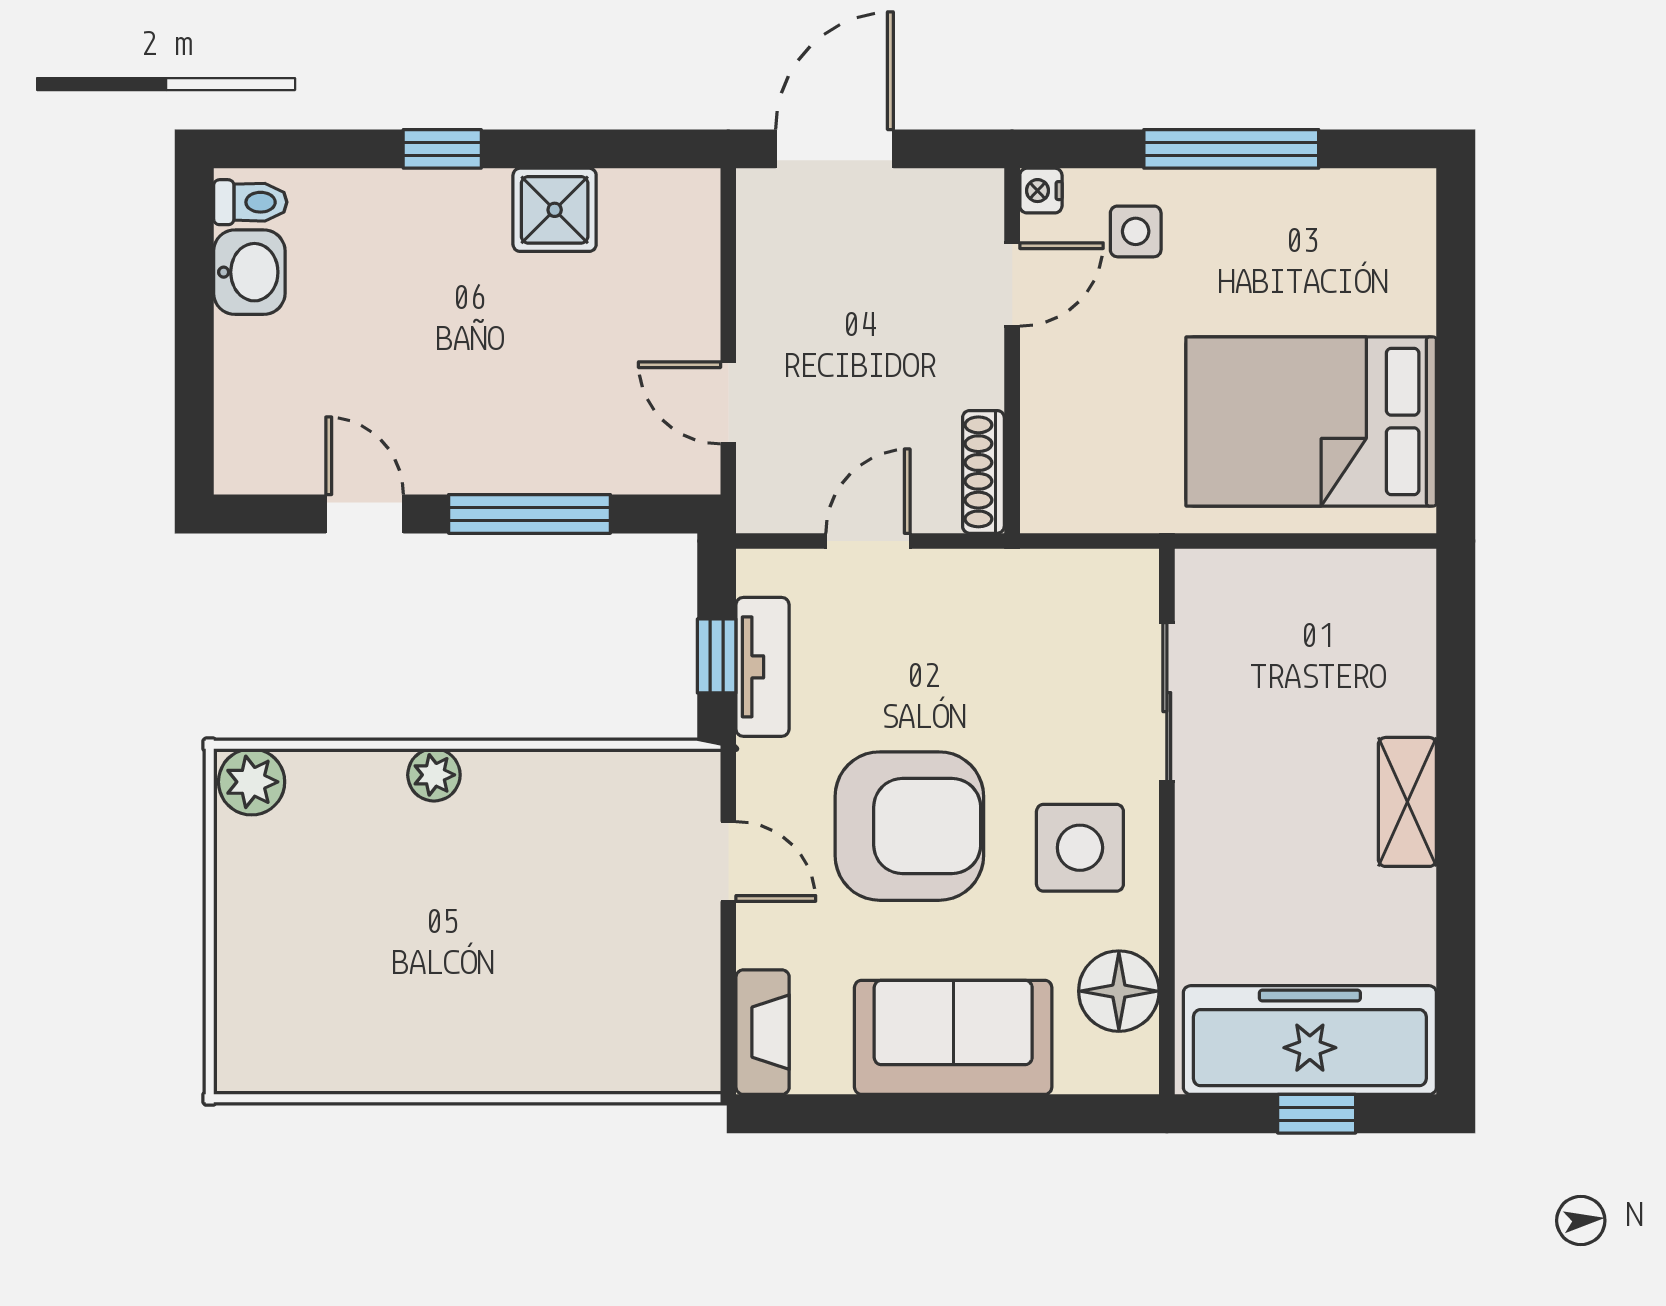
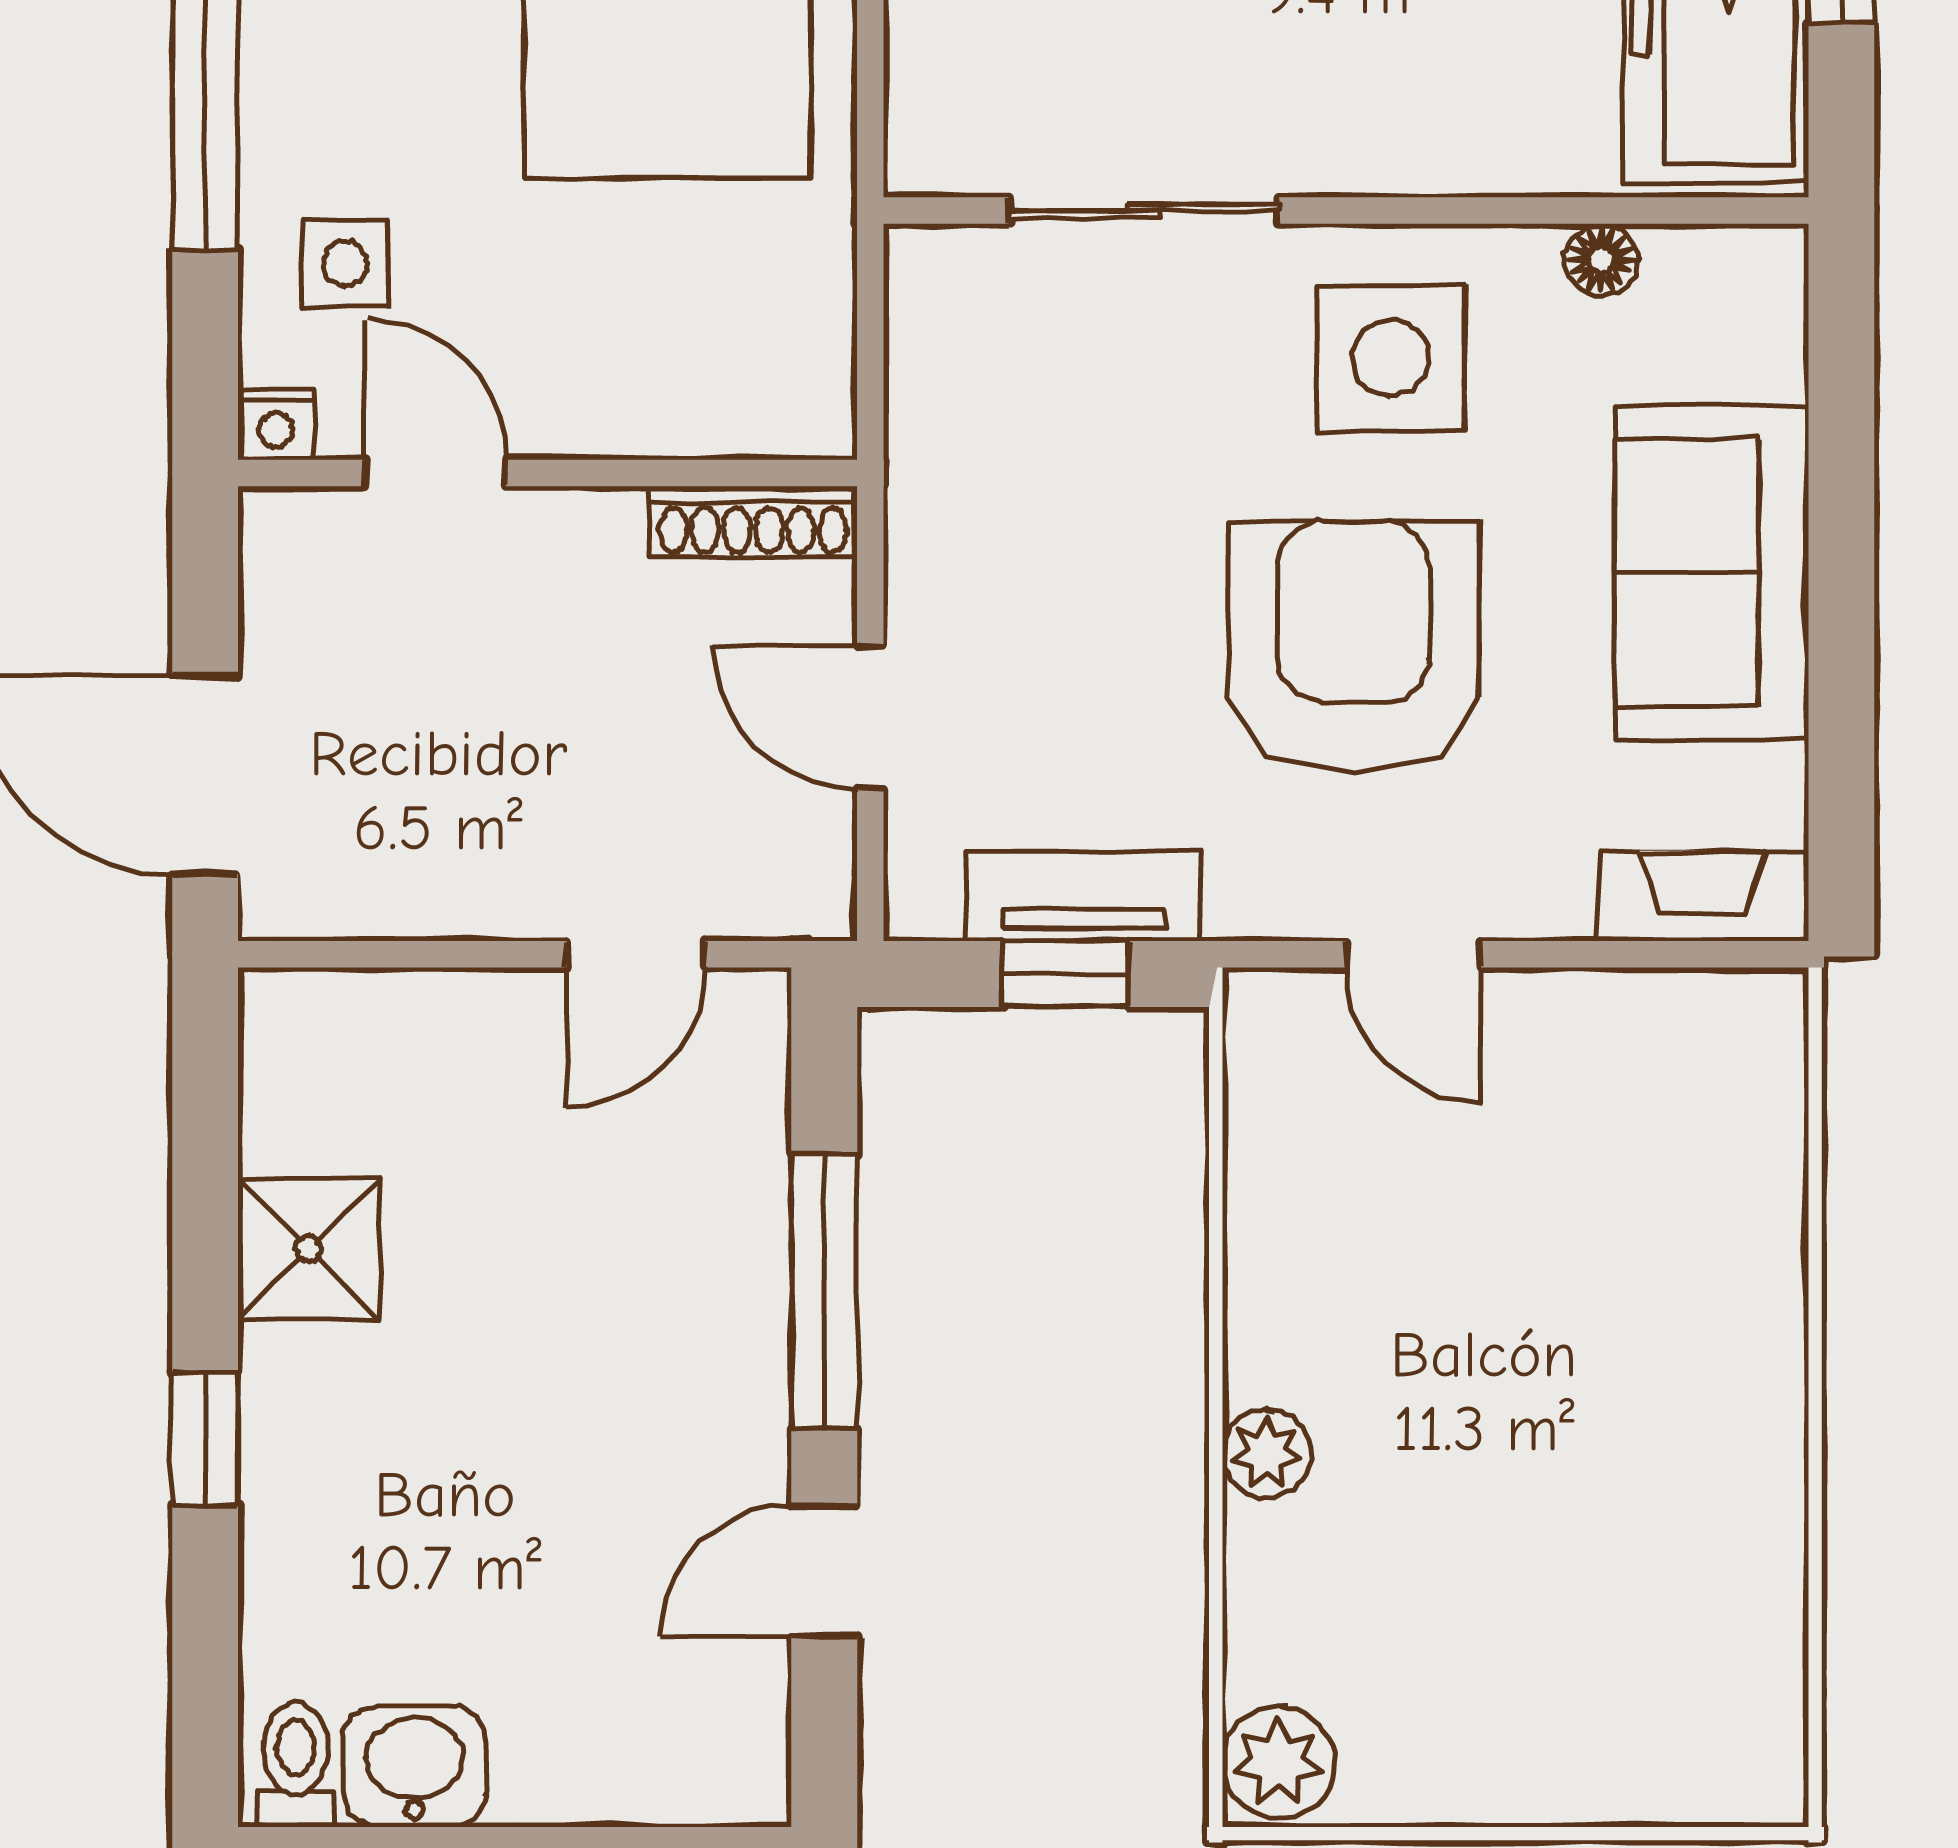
door: (728, 861) -> (1414, 954), swing flipped
floor lamp: (1119, 991) -> (1601, 260), width x0.53, depth x0.53

